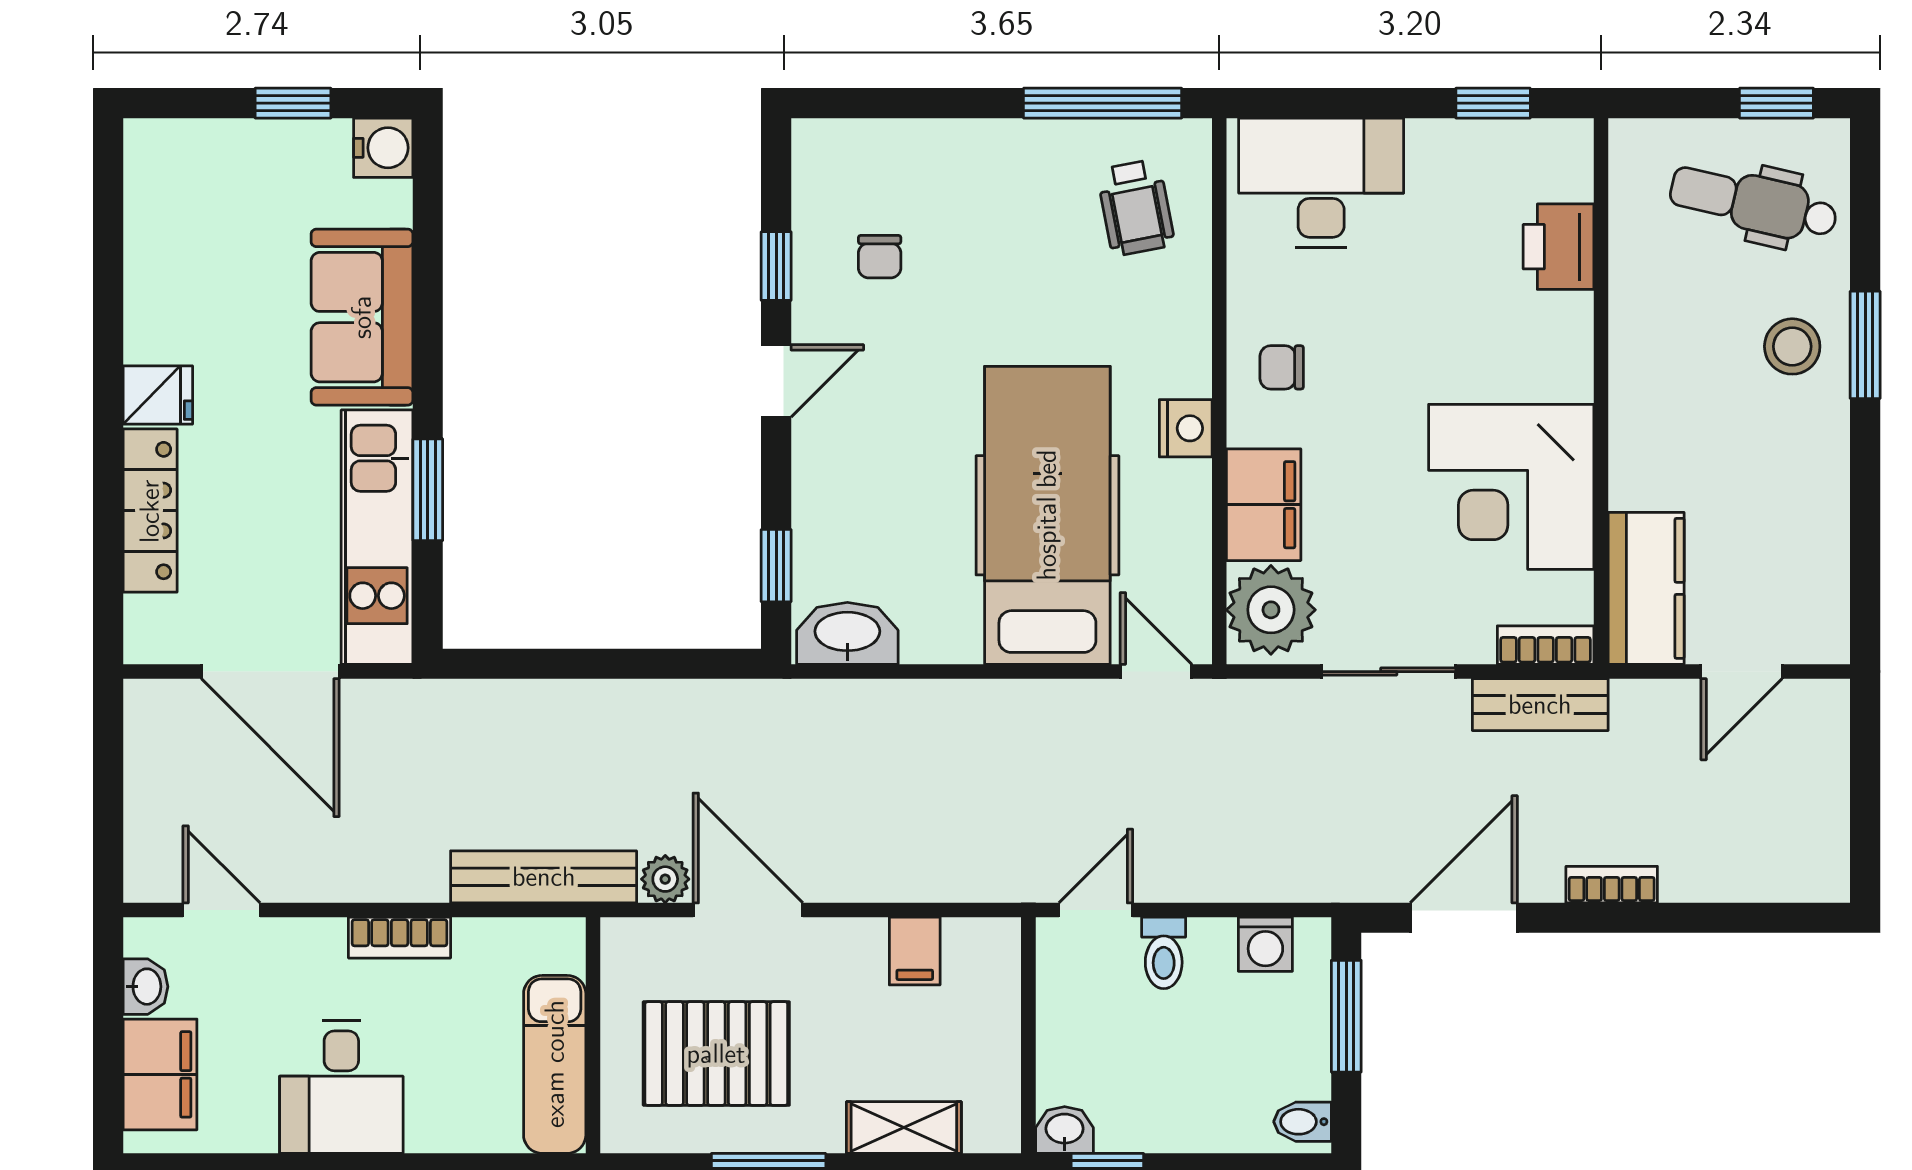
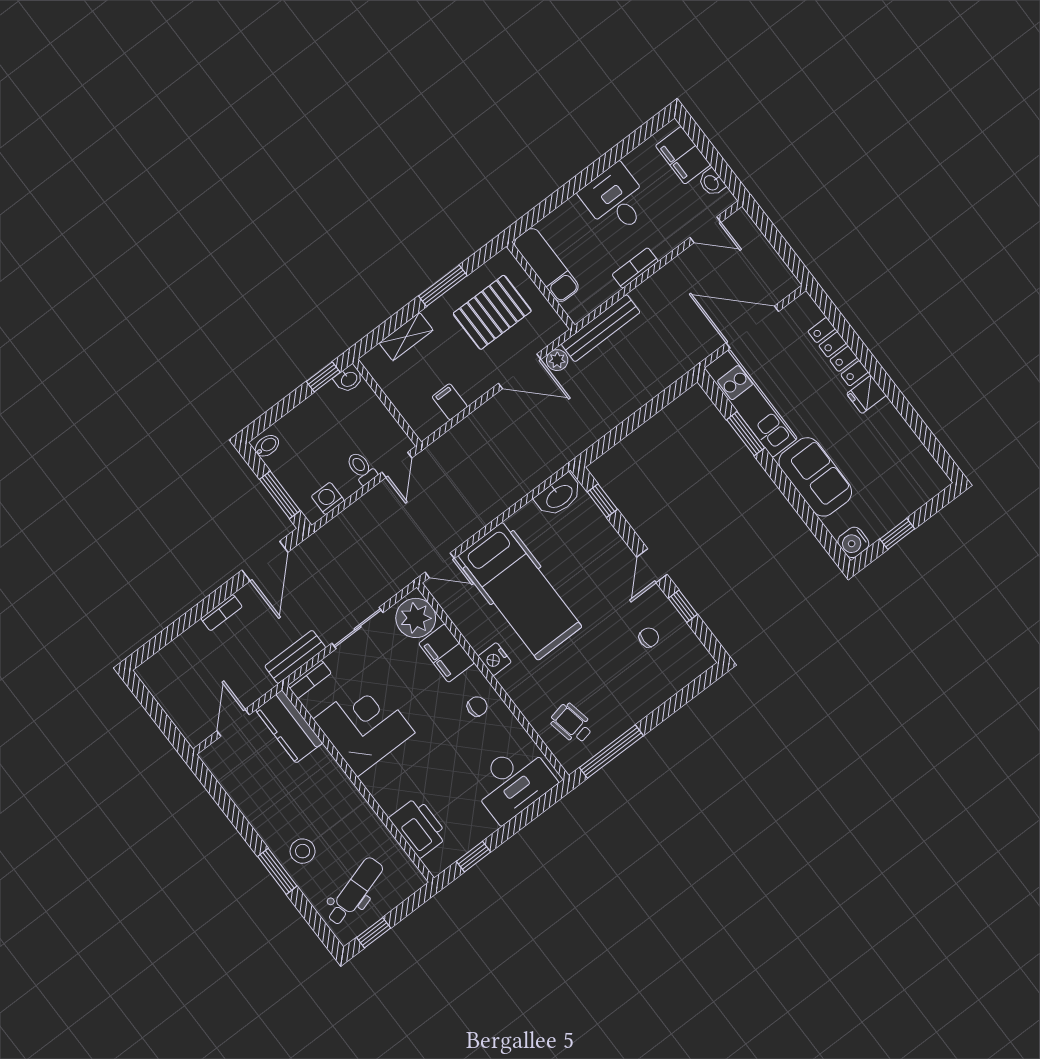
dental chair: (1754, 203) -> (355, 891), turned -30
printer: (1558, 247) -> (419, 827), width x1.37, depth x1.19
chair: (880, 257) -> (649, 637), turned 90

